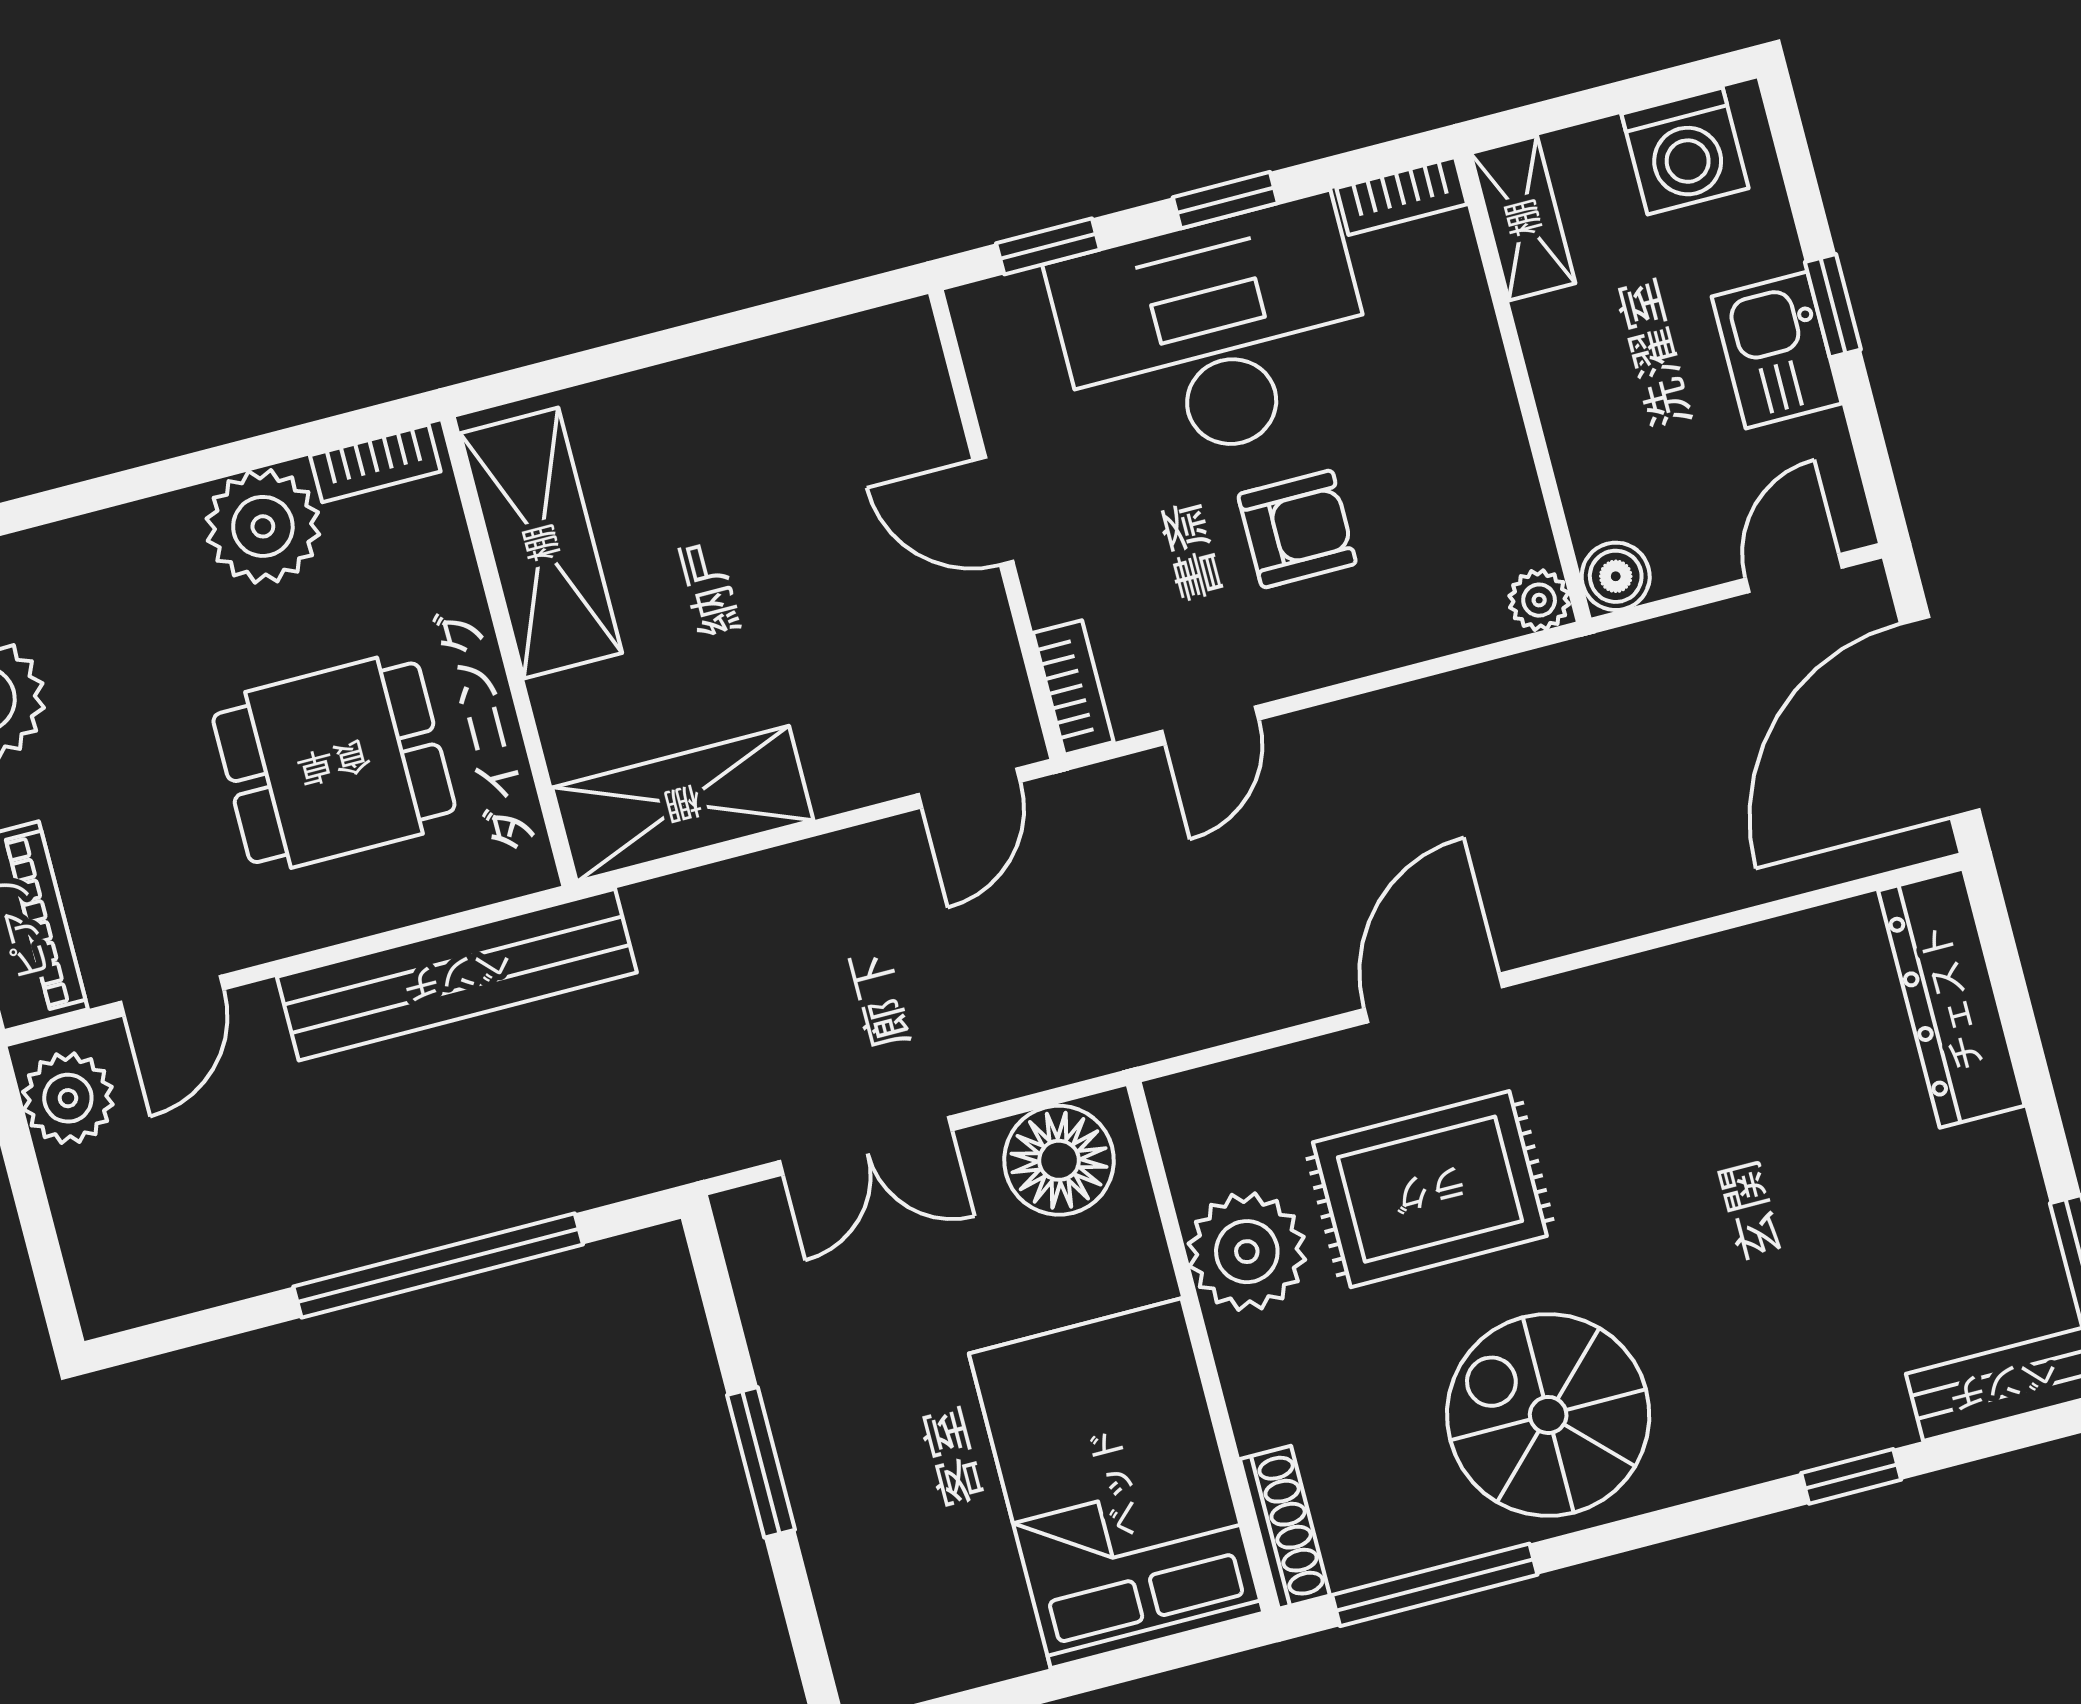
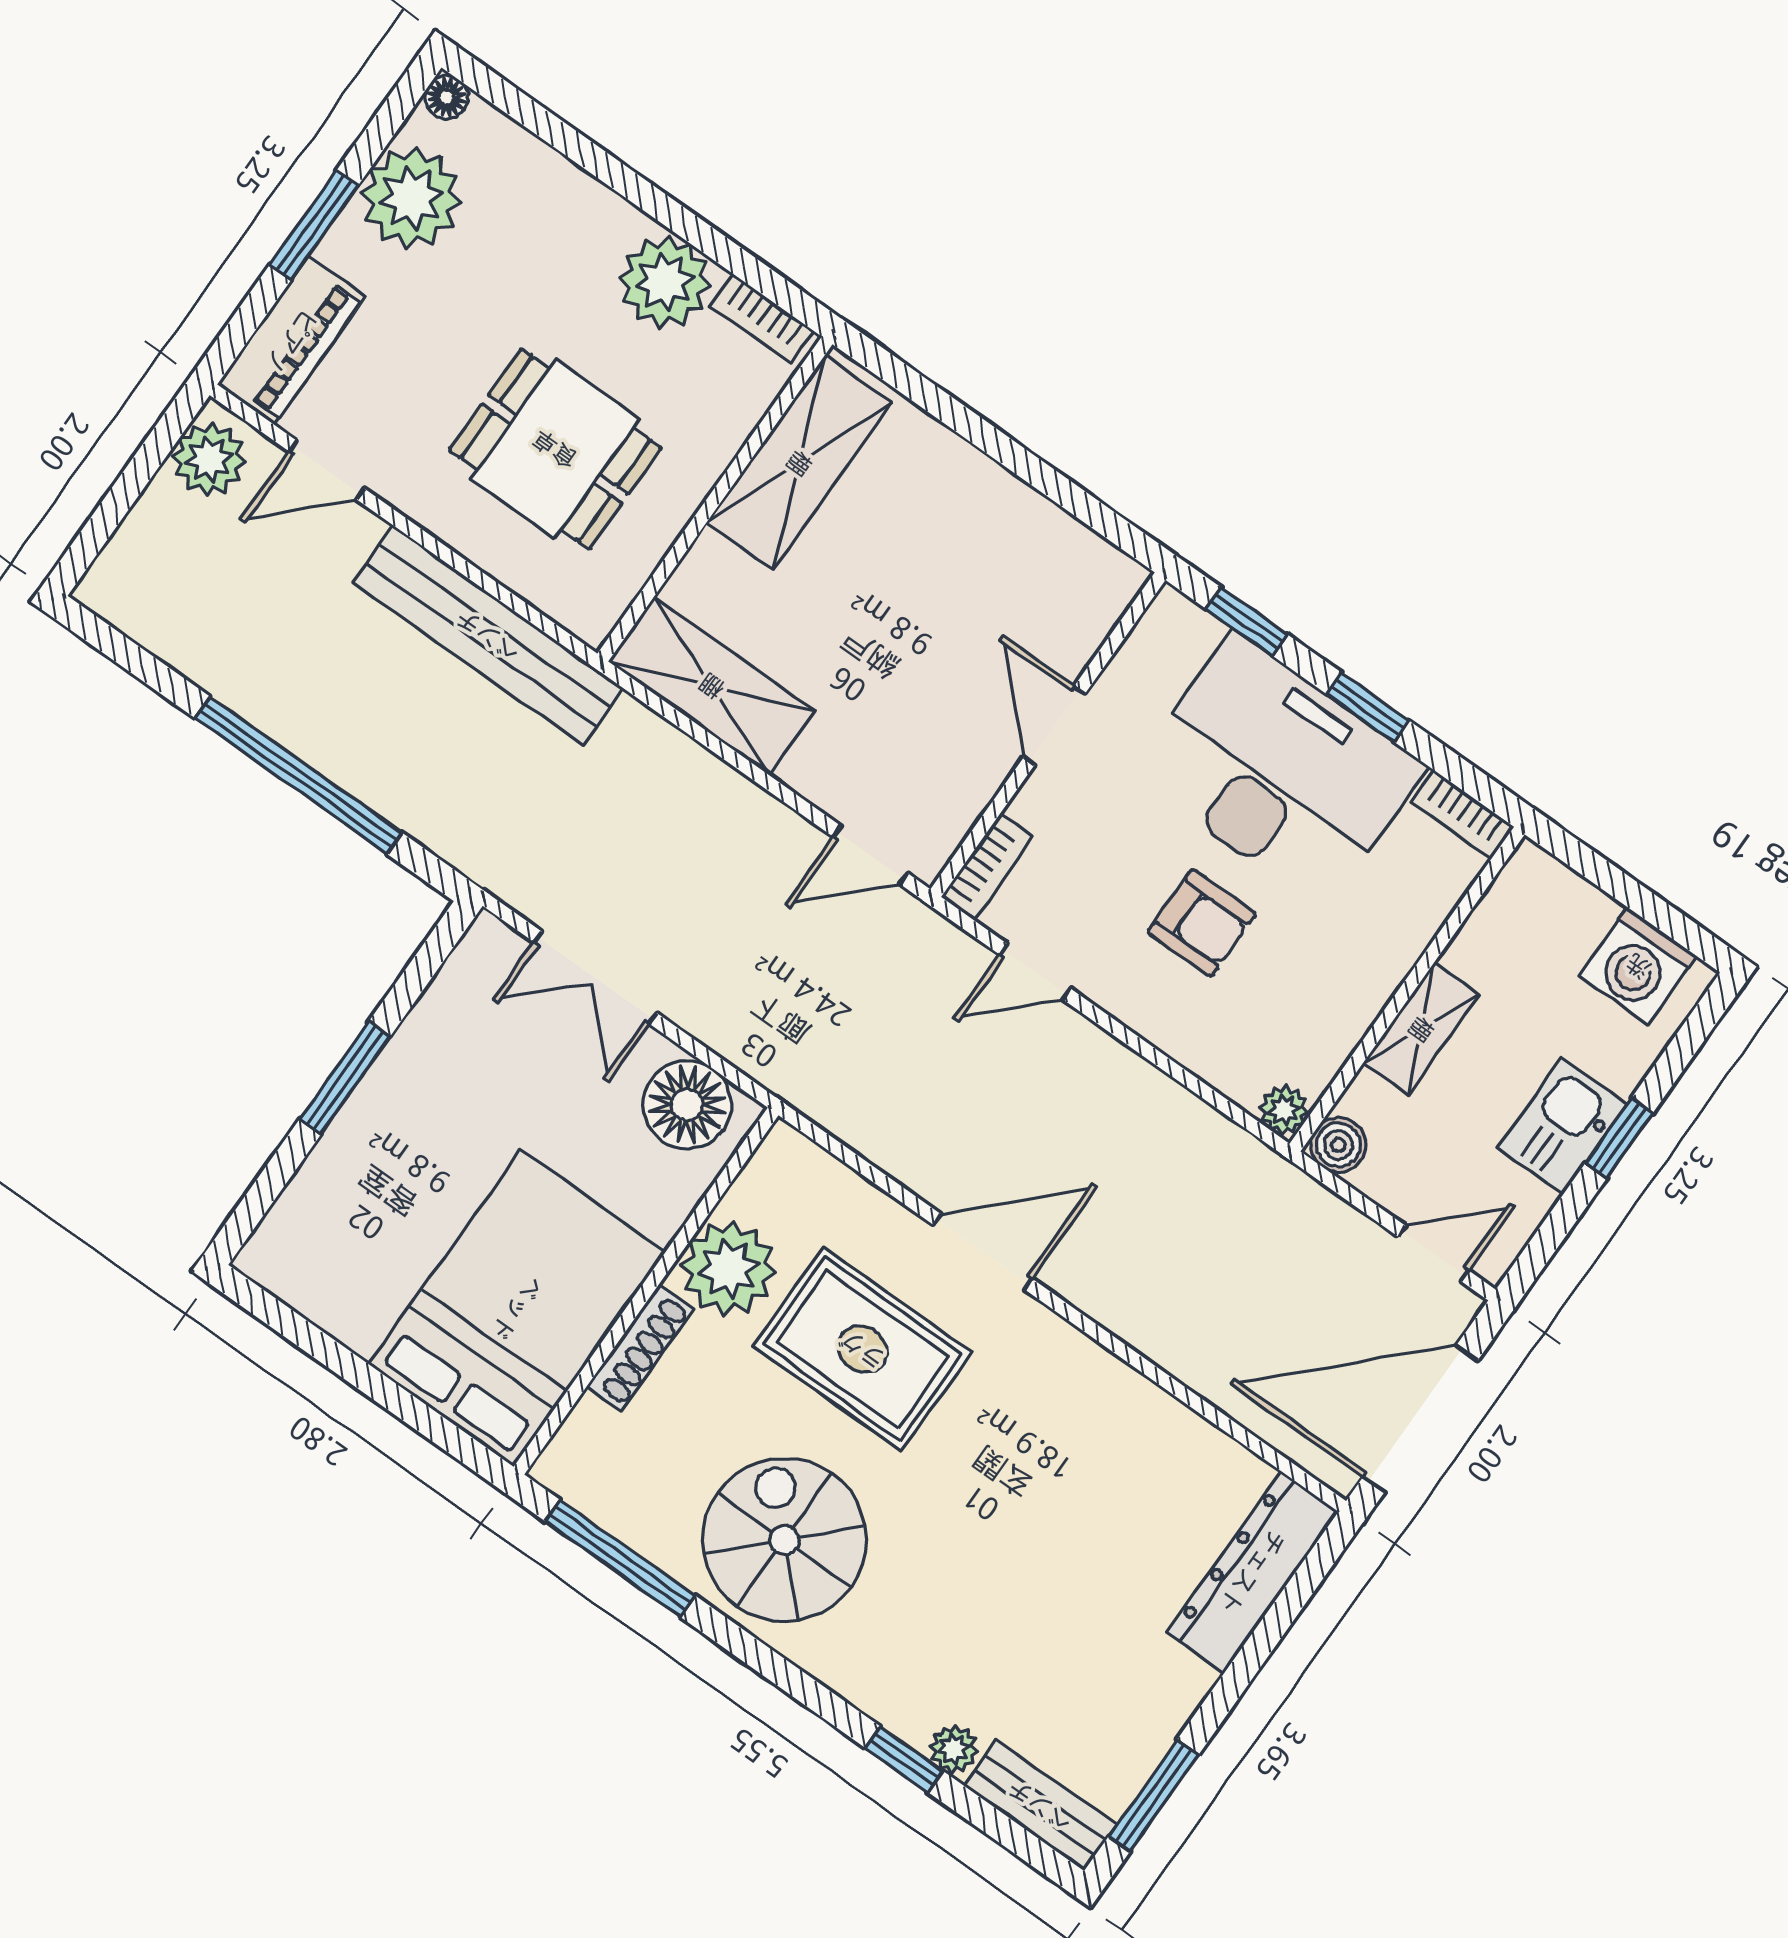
shelving: (1523, 218) -> (1421, 1029), moved
plant: (1881, 1421) -> (954, 1749), added
shoe rack: (1285, 1527) -> (640, 1348), moved

